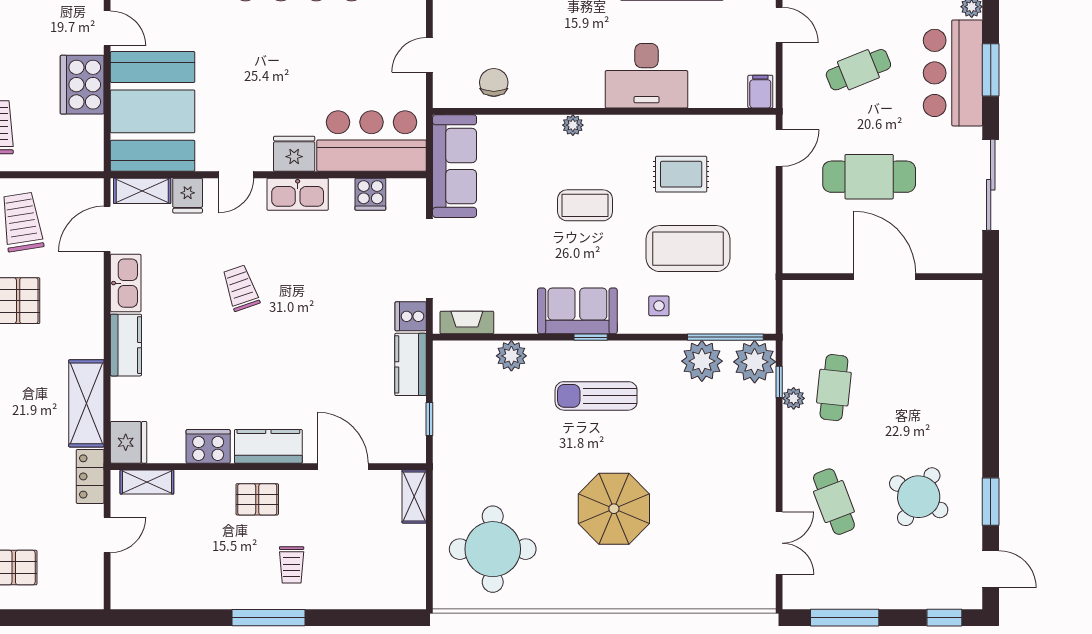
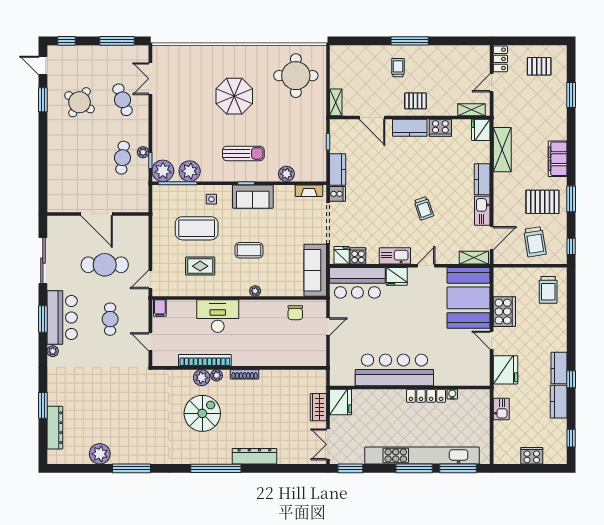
cafe table: (858, 70) -> (110, 319), turned -68
fridge: (188, 196) -> (342, 255), moved
locker: (90, 476) -> (500, 59), moved

